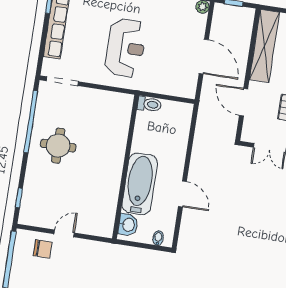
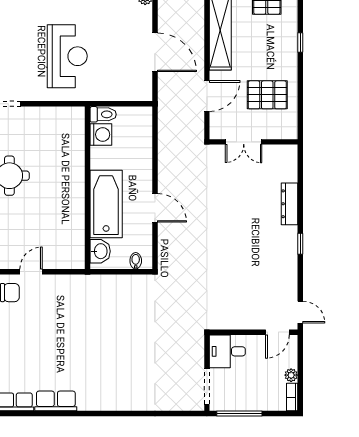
door: (244, 102) -> (207, 96), swing flipped
washing machine: (145, 122) -> (101, 134), added

